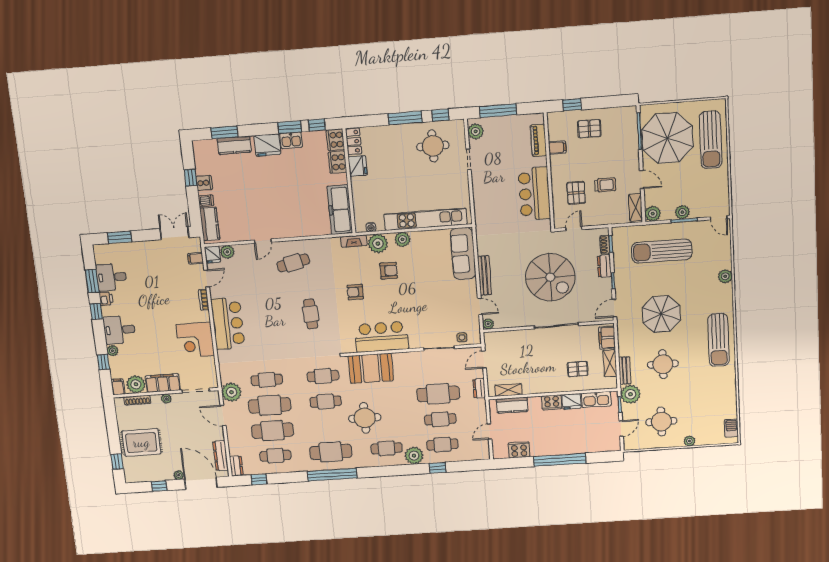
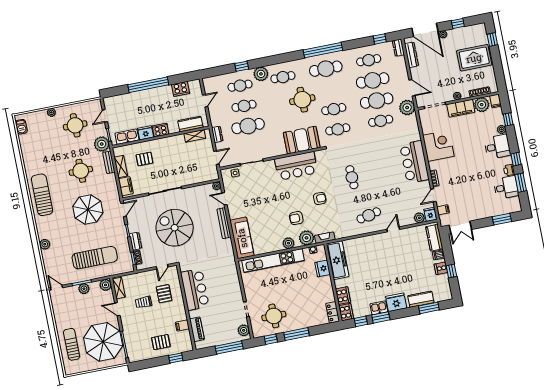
sun lounger: (711, 140) -> (72, 344), width x0.73, depth x0.75
fridge: (358, 166) -> (323, 268), moved

